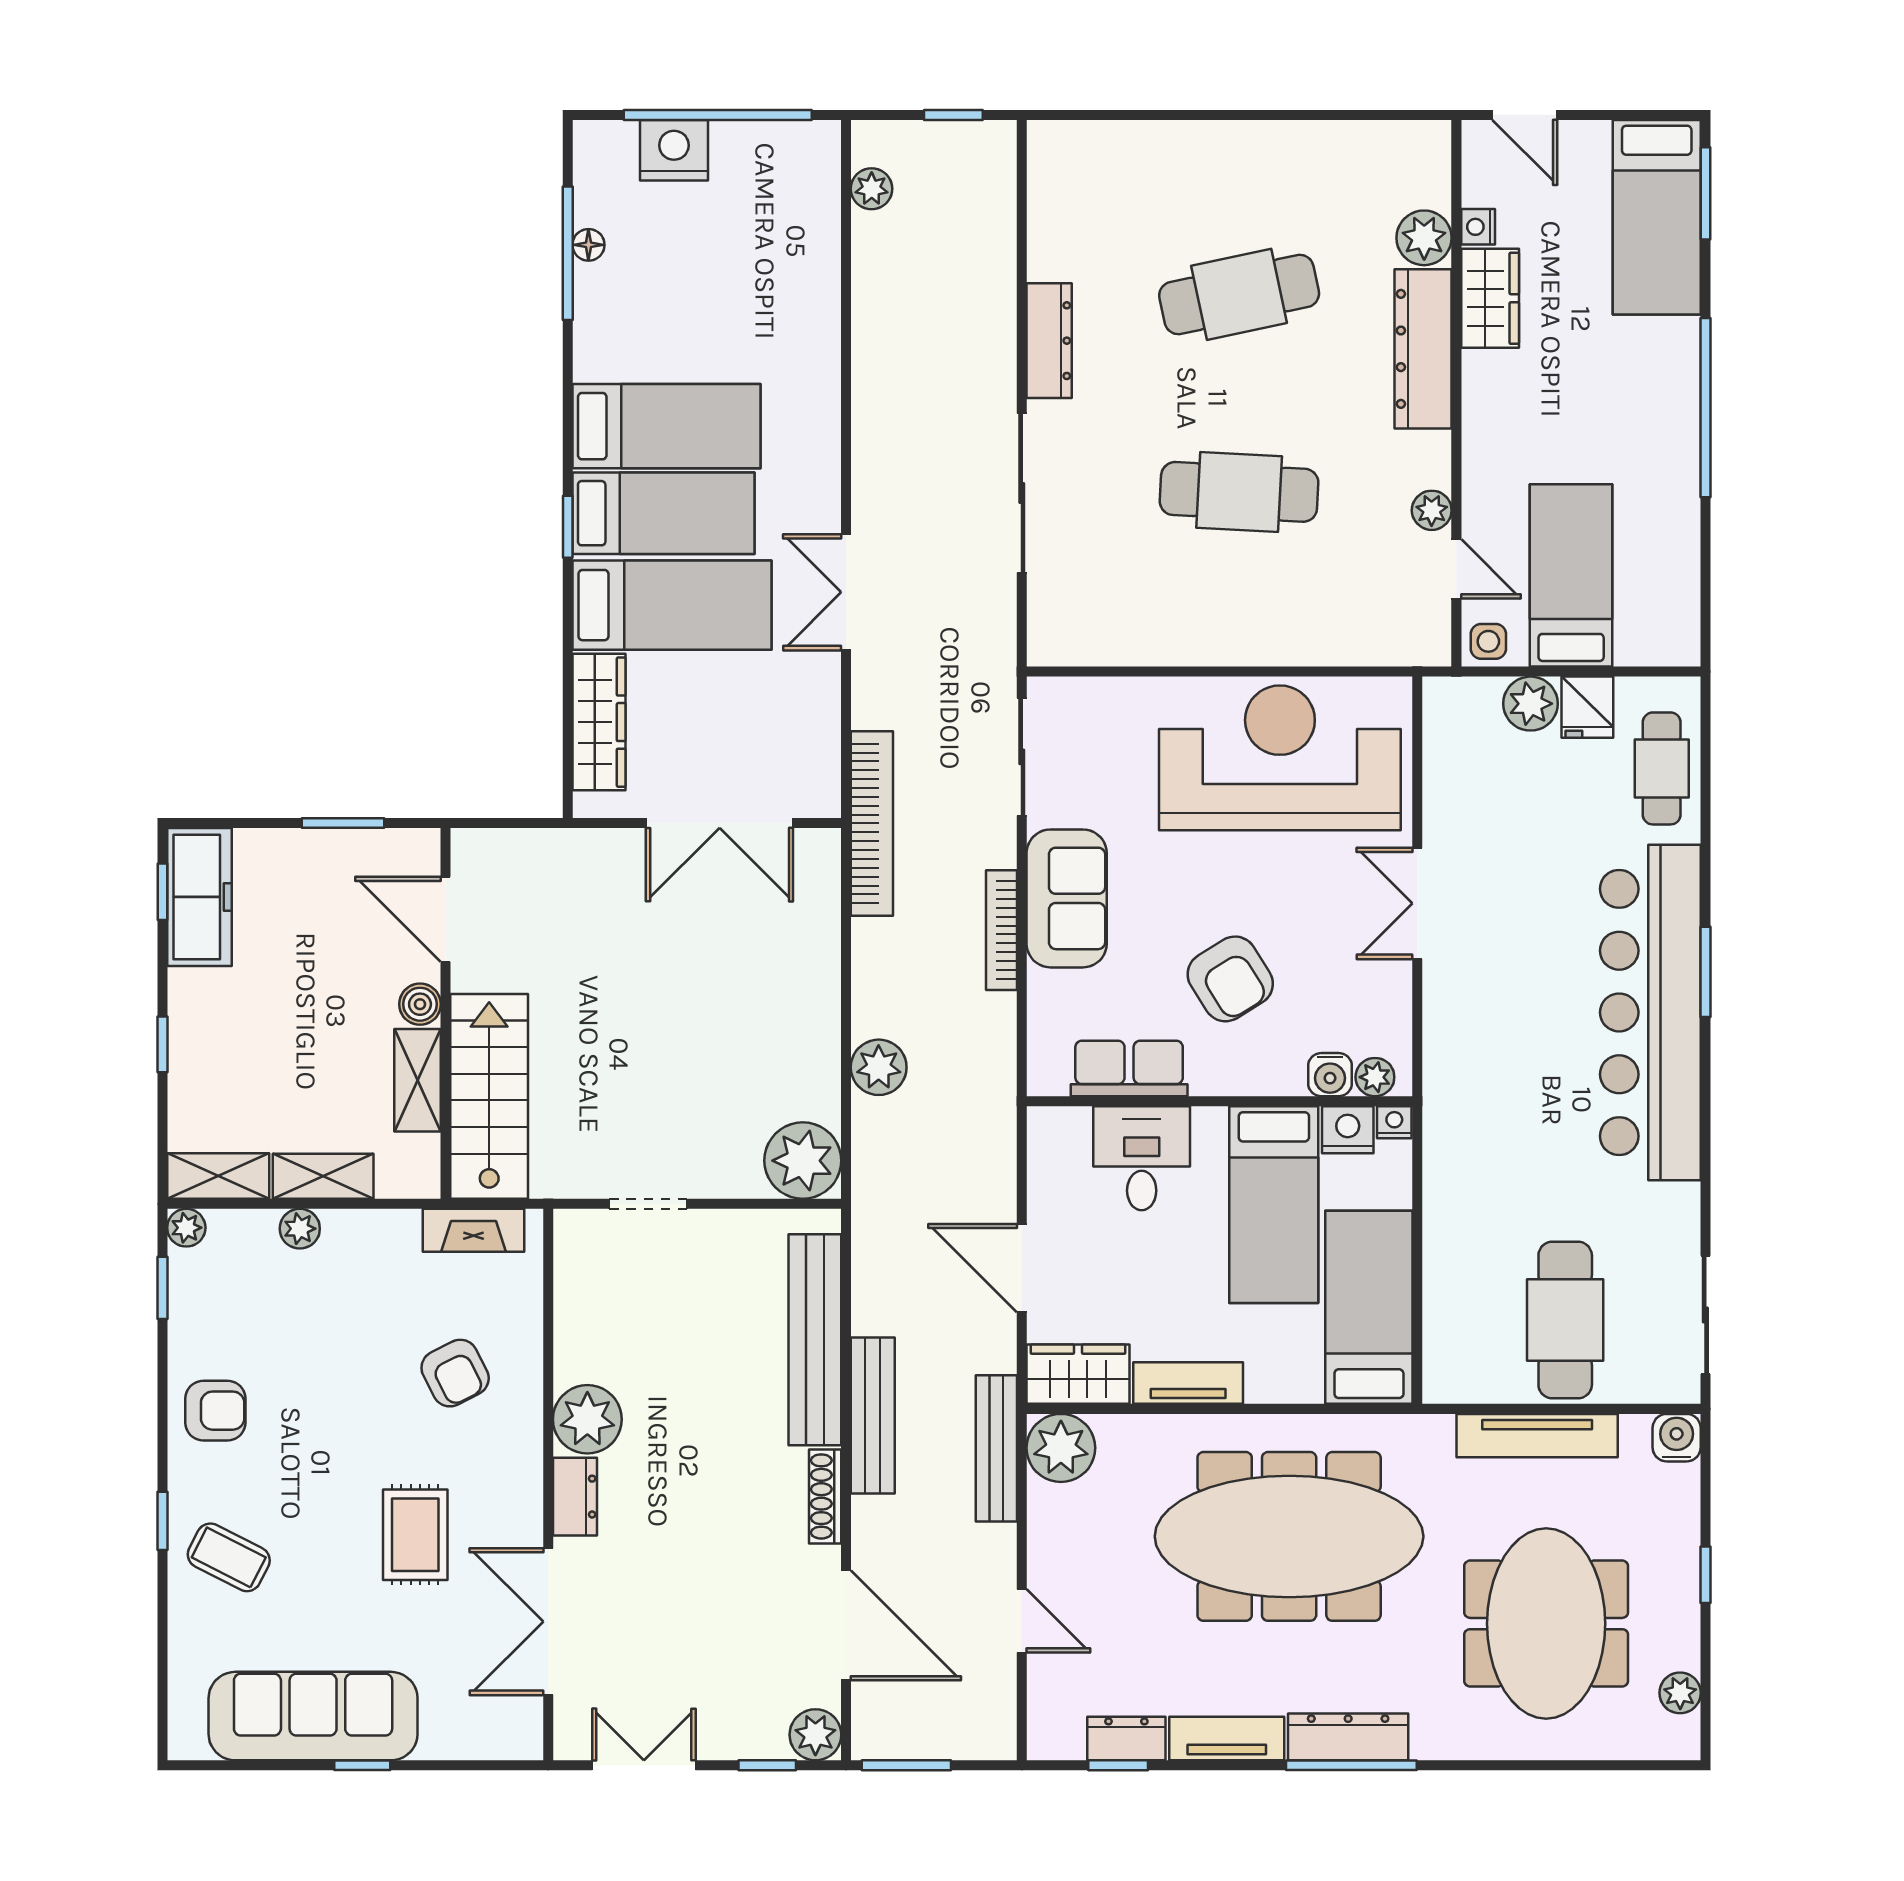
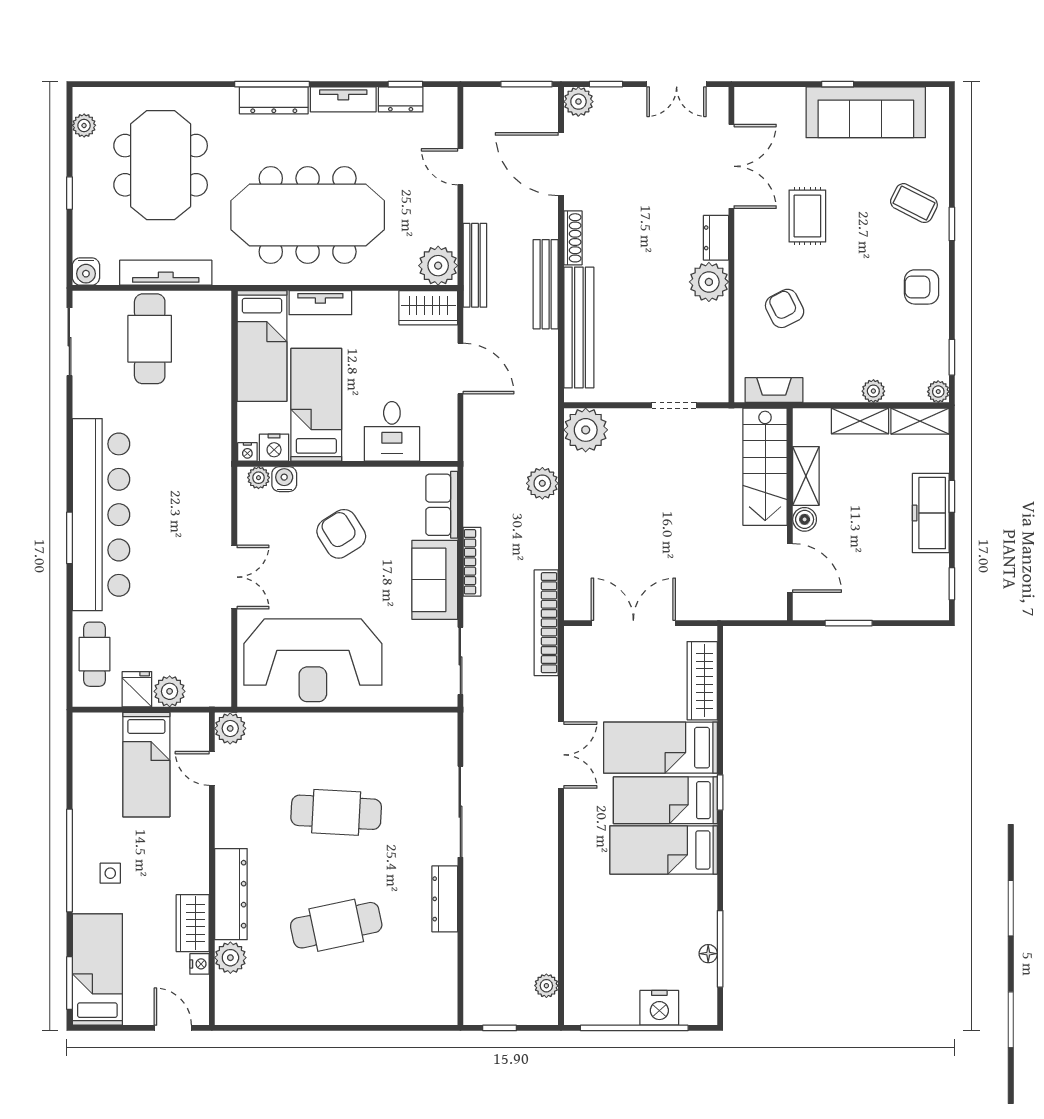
plant: (1432, 510) -> (230, 728), moved, width x1.38, depth x1.38
side table: (1488, 641) -> (110, 873), moved
freezer: (199, 897) -> (931, 513), moved
row of seats: (1129, 1068) -> (442, 505), moved, turned 90
tv unit: (1188, 1383) -> (320, 303), moved

